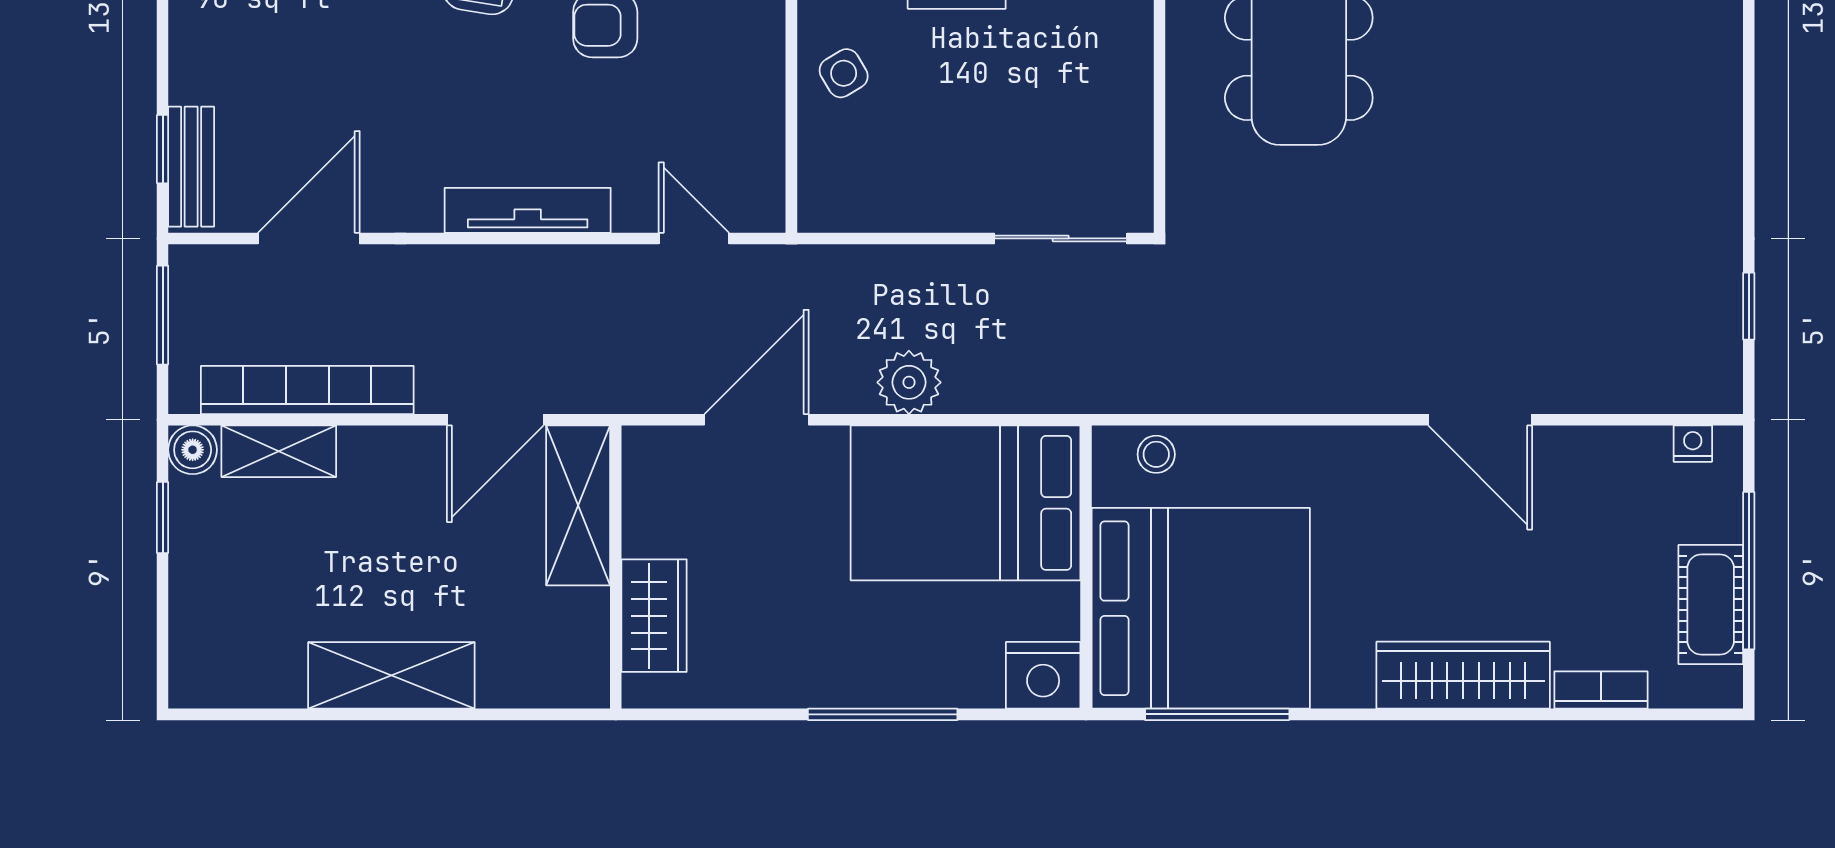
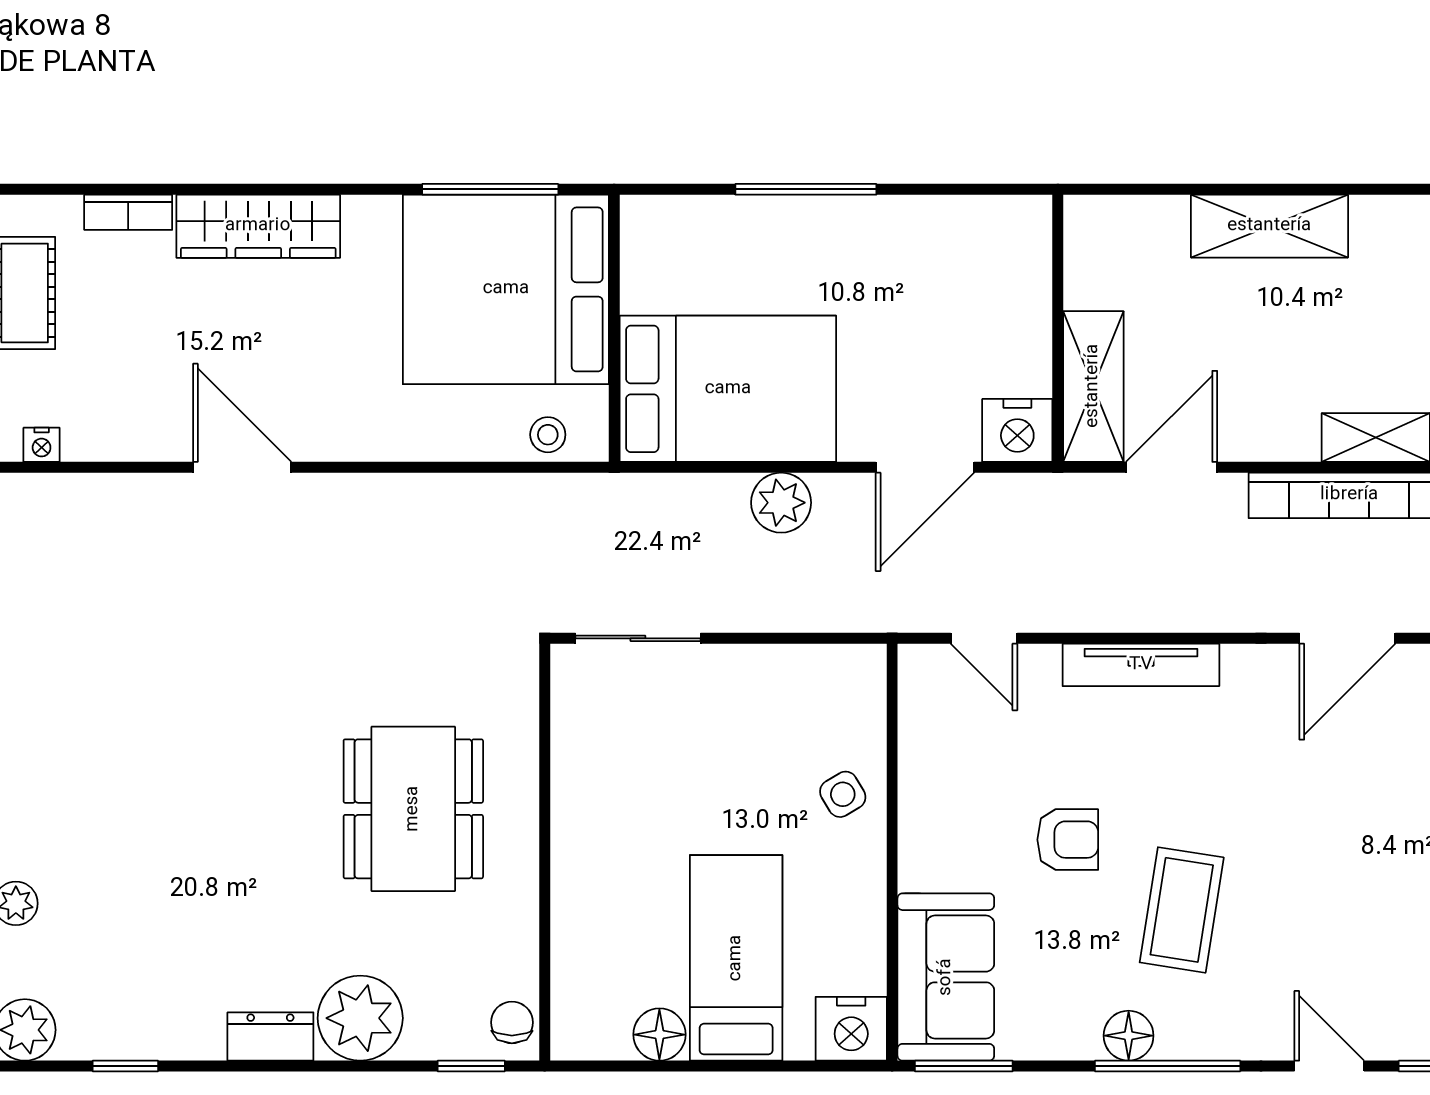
wardrobe: (654, 616) -> (1022, 282), removed
nightstand: (1043, 675) -> (1017, 430), moved, turned 180

